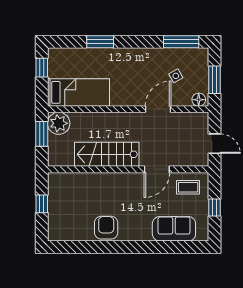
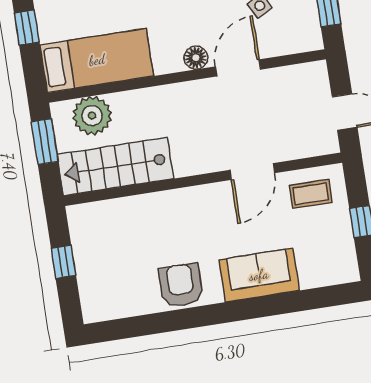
floor lamp: (199, 100) -> (196, 58), moved
plant: (59, 123) -> (92, 116), moved
stairs: (107, 154) -> (115, 167), moved
sofa: (174, 229) -> (259, 275), moved

